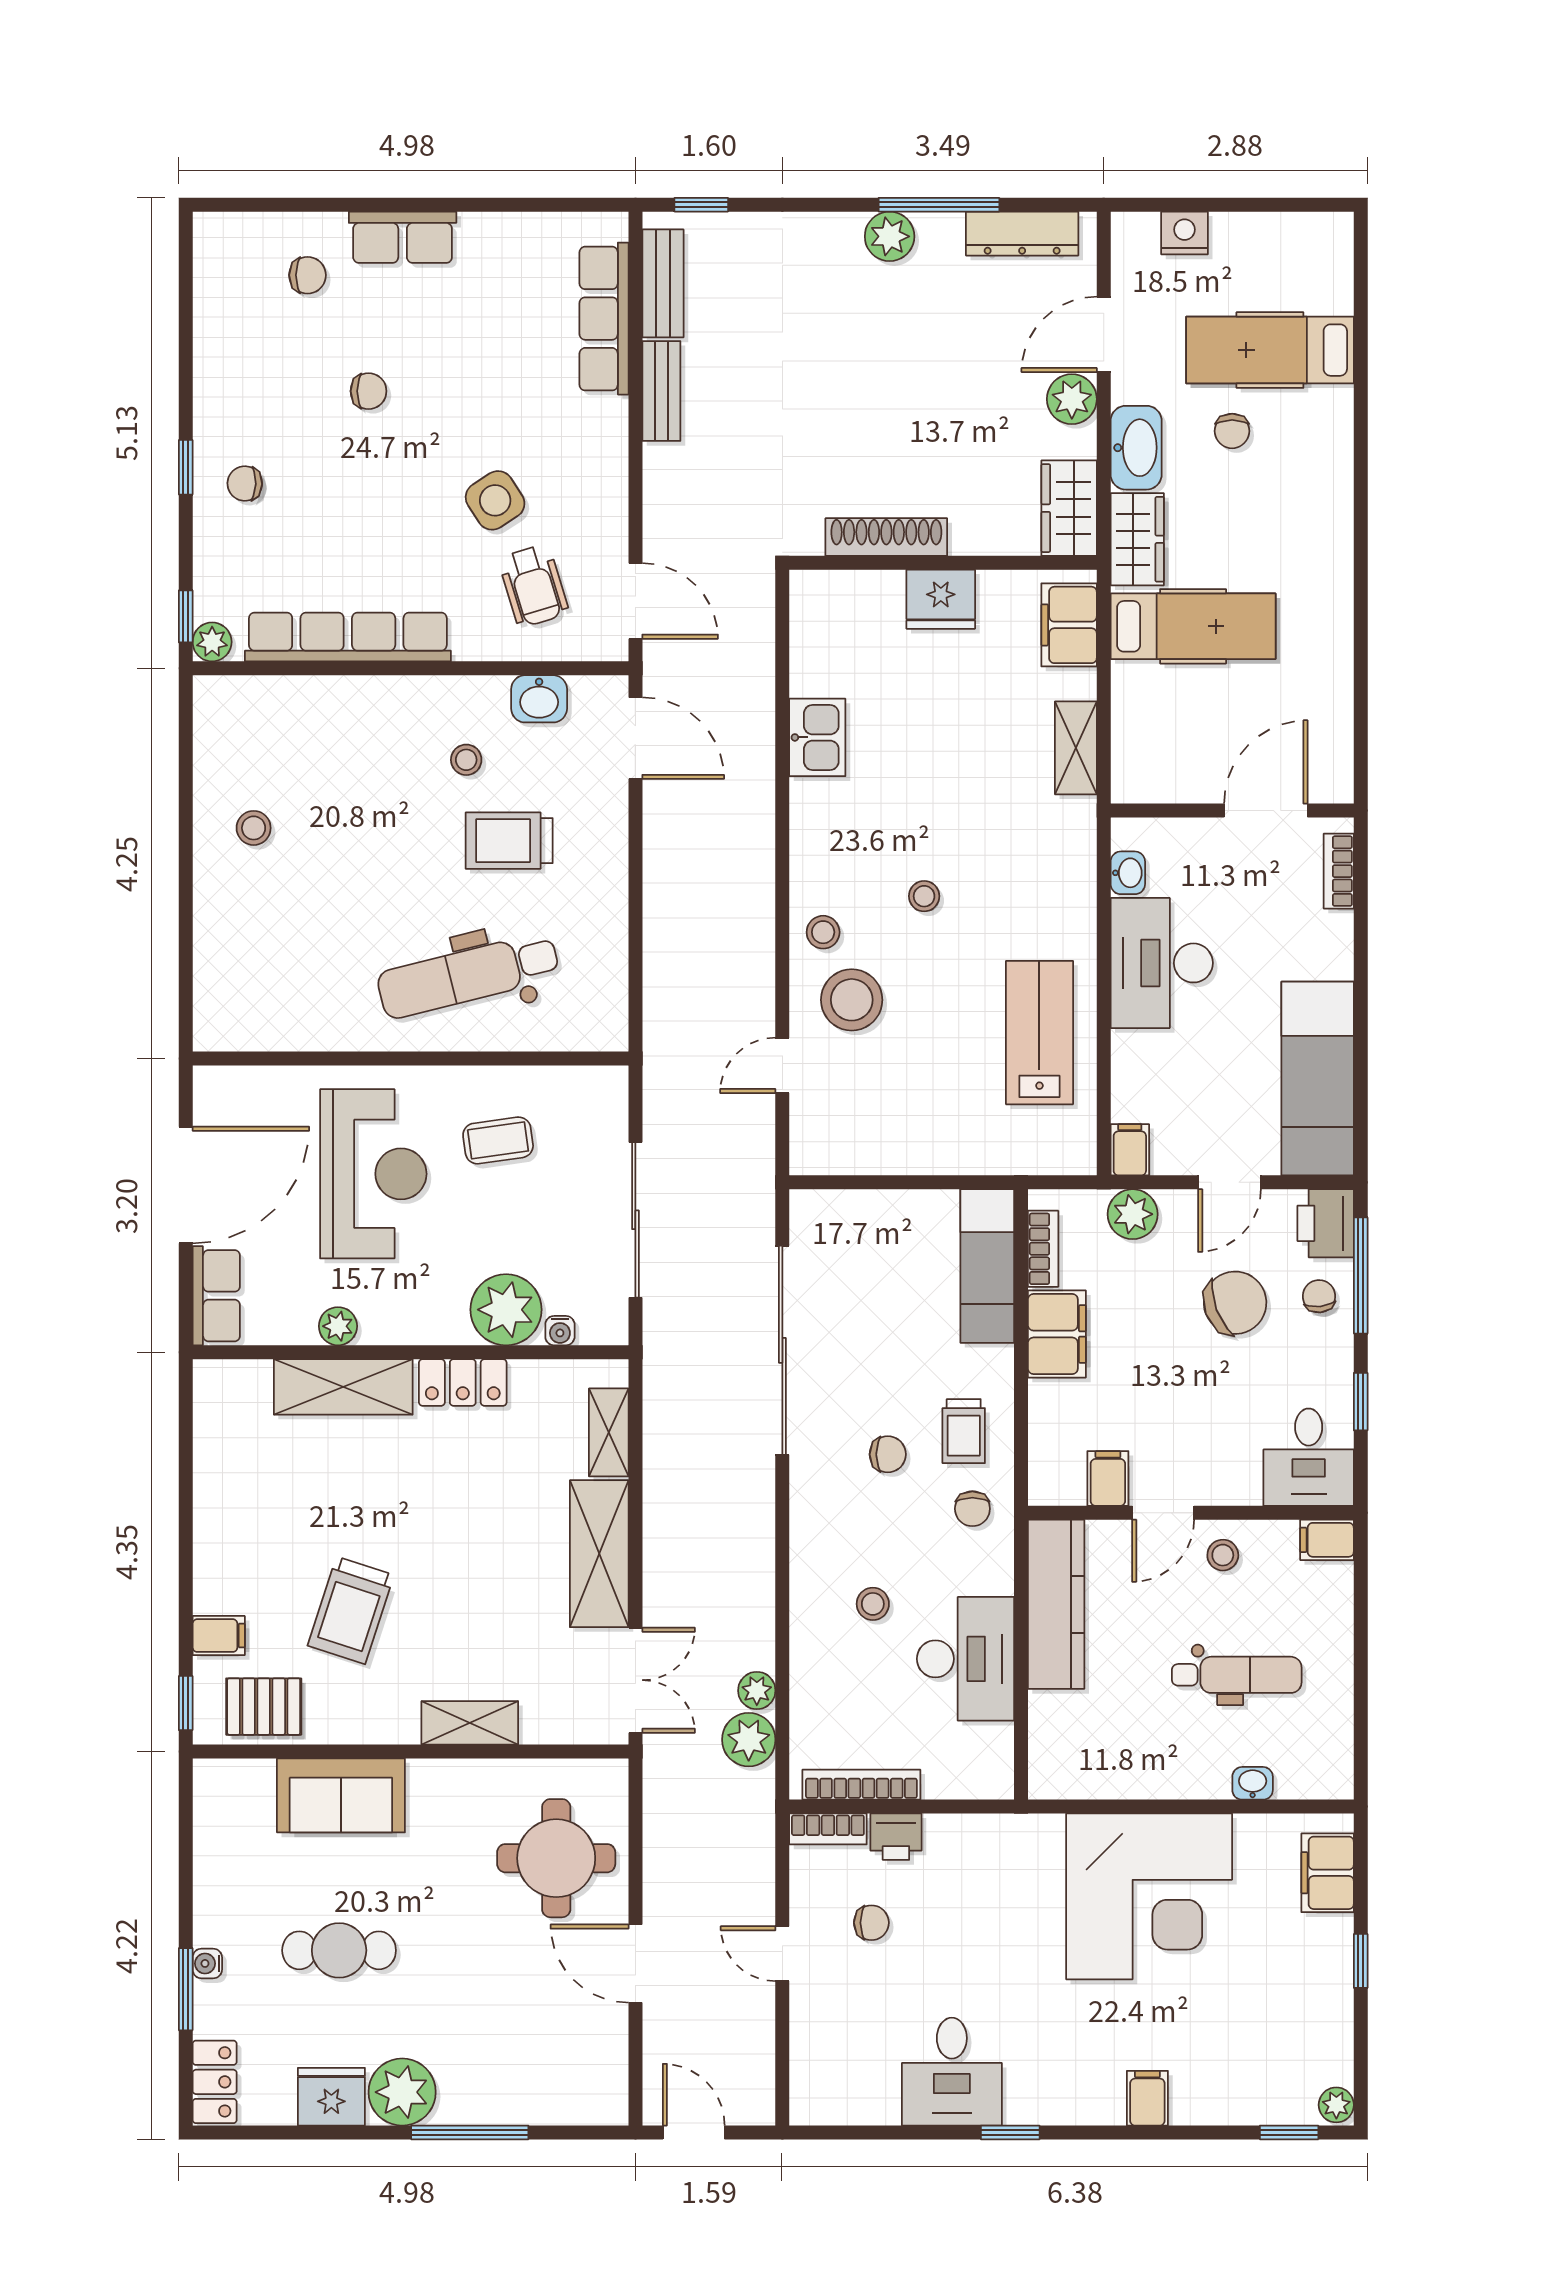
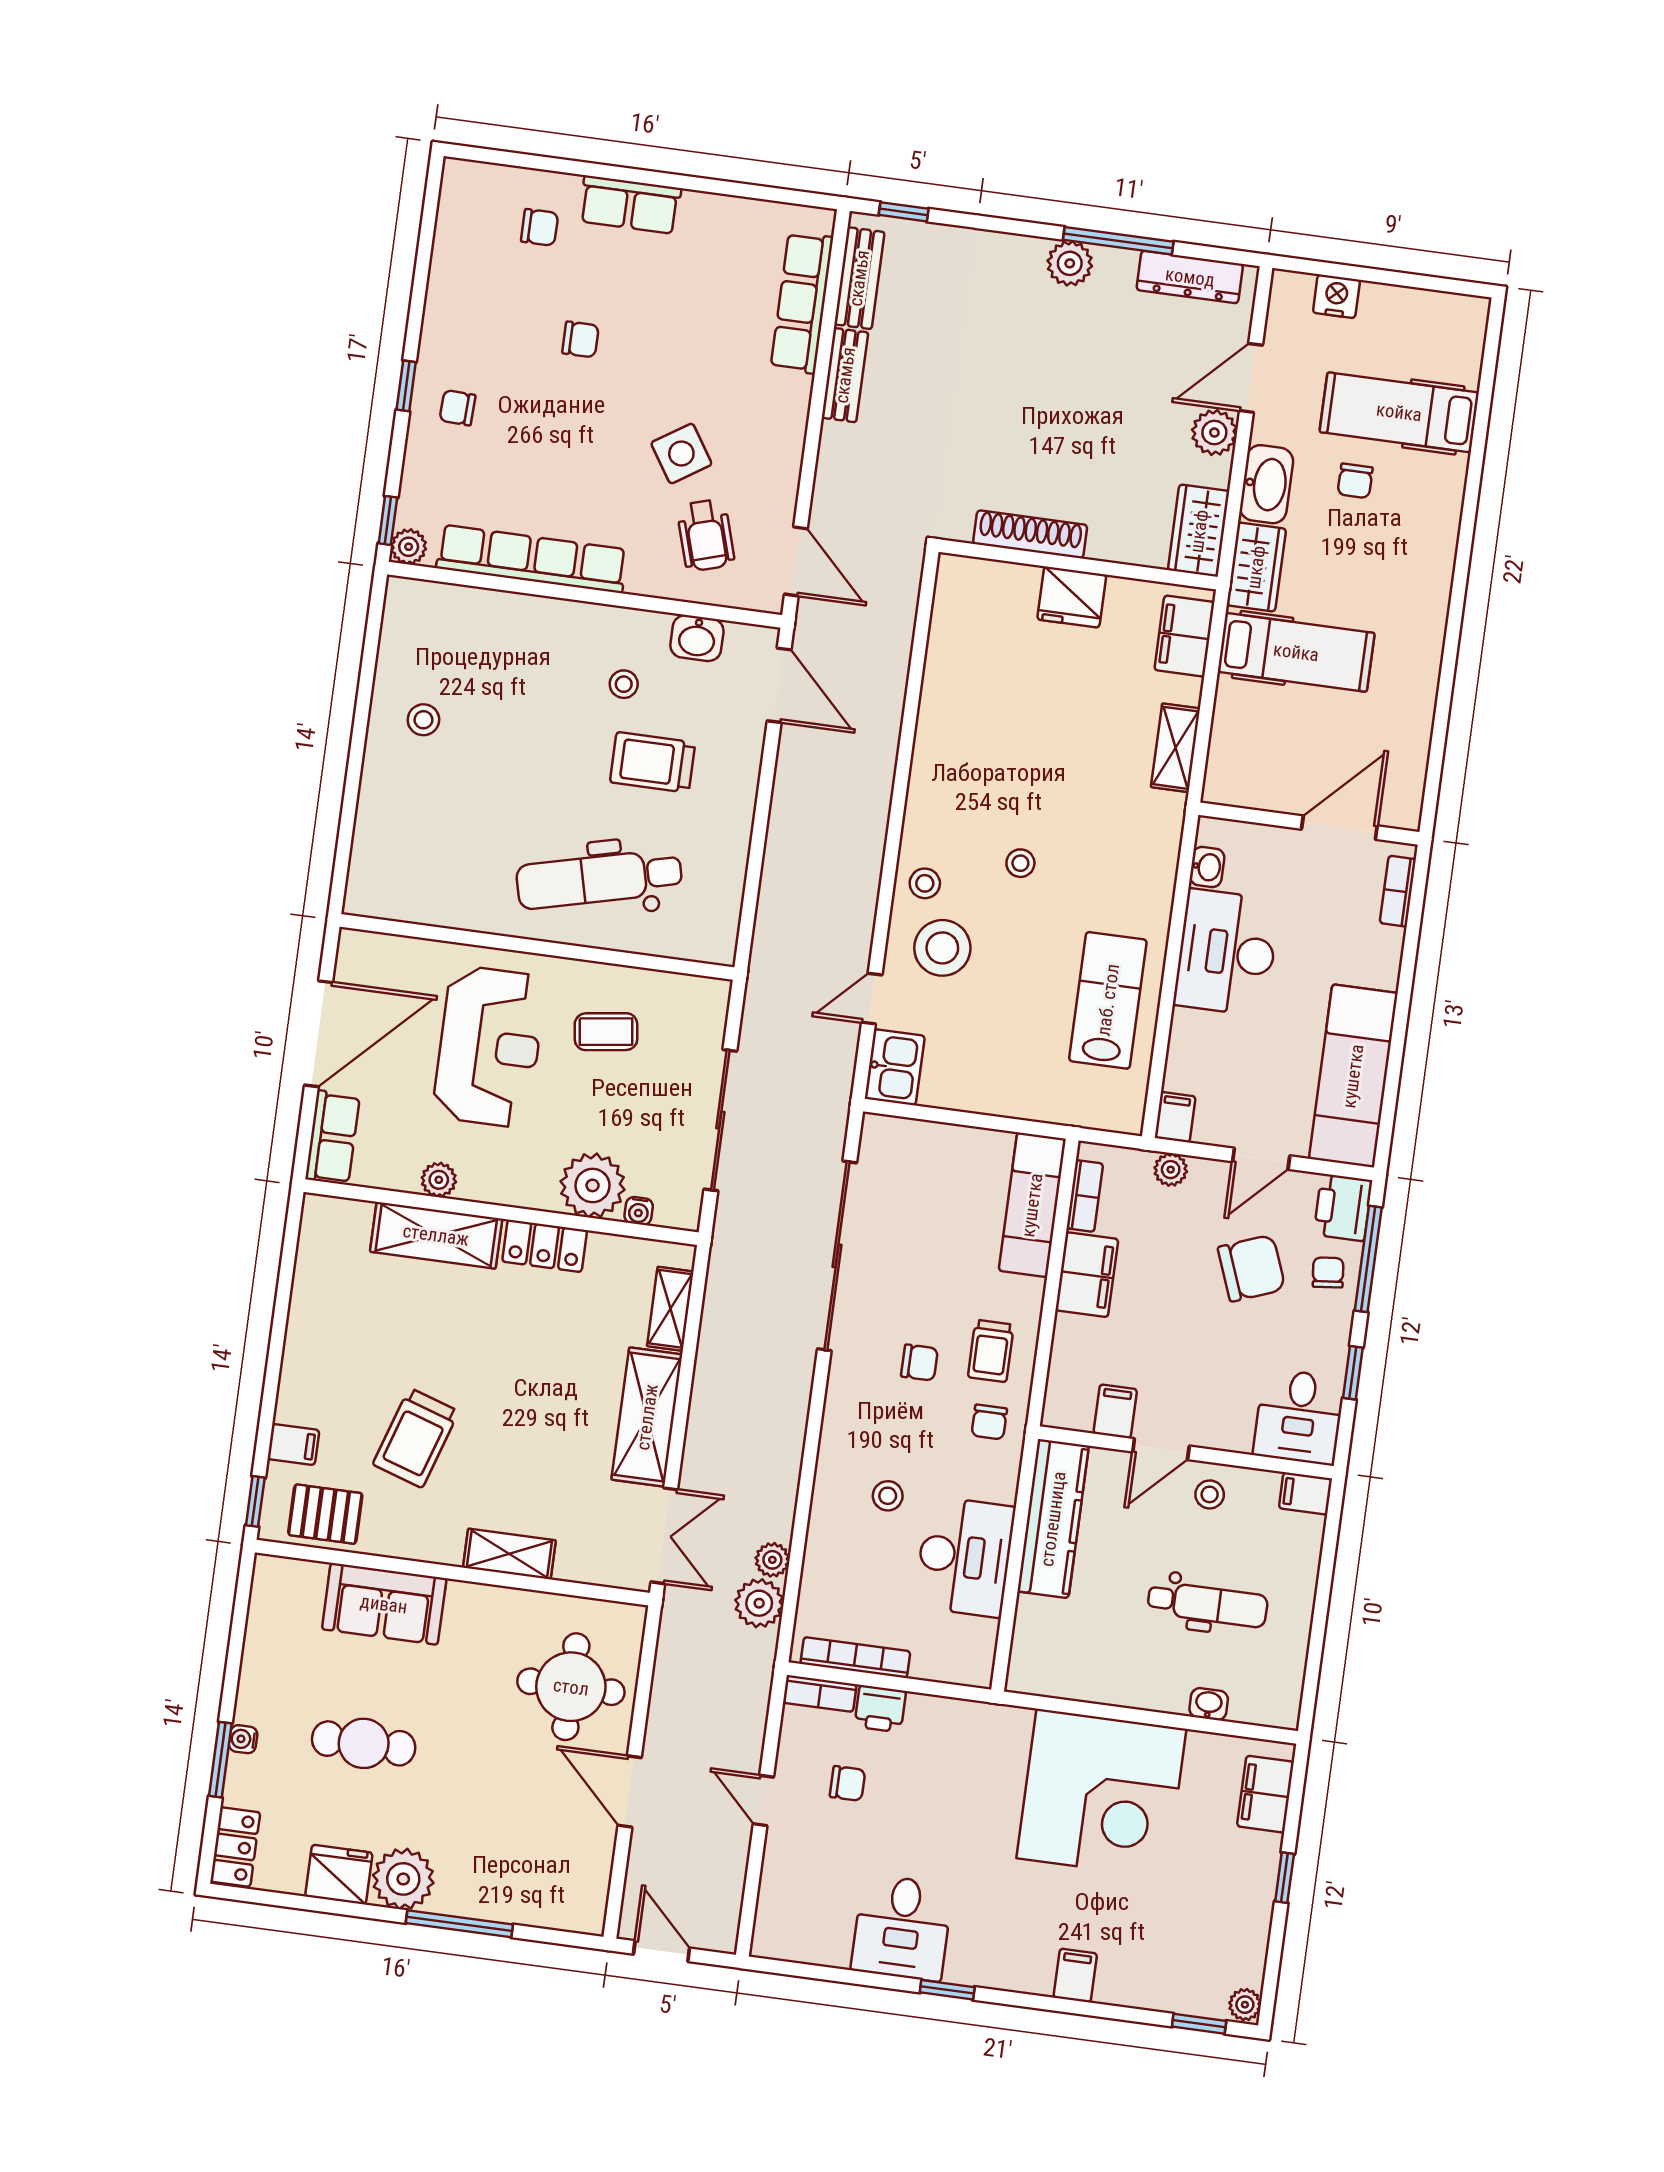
kitchen sink: (817, 737) -> (895, 1067), moved
plant: (1133, 1214) -> (1171, 1170), width x0.73, depth x0.73

